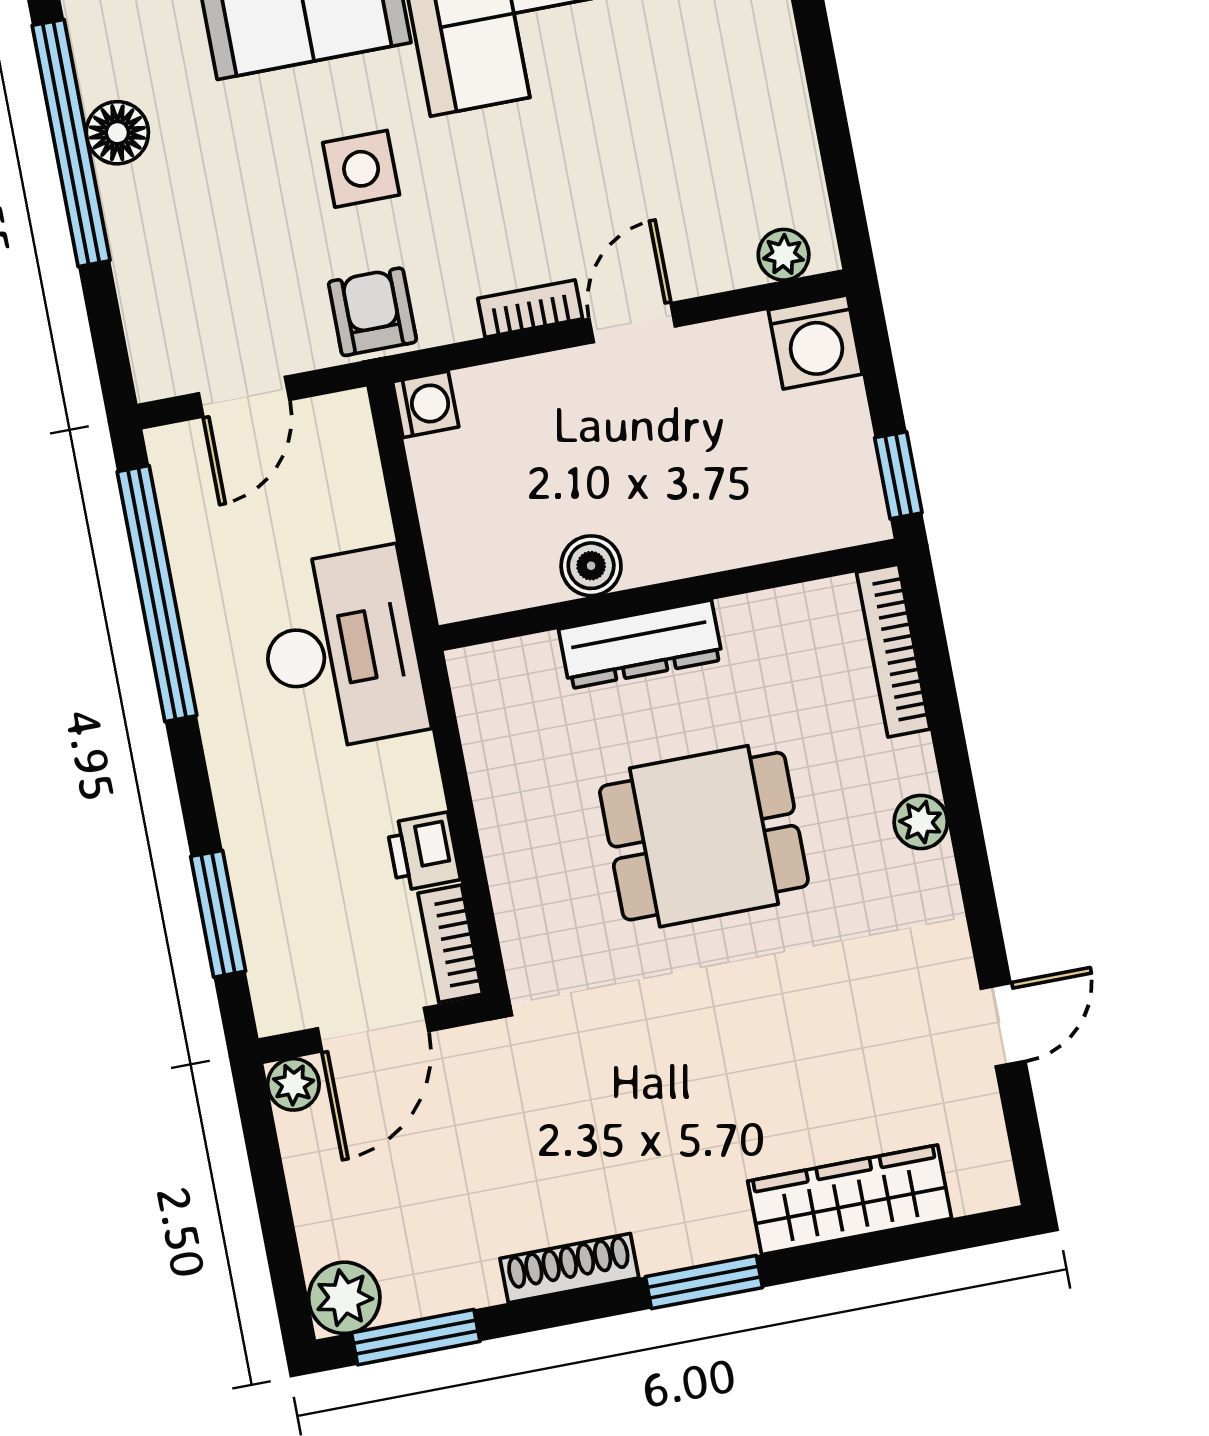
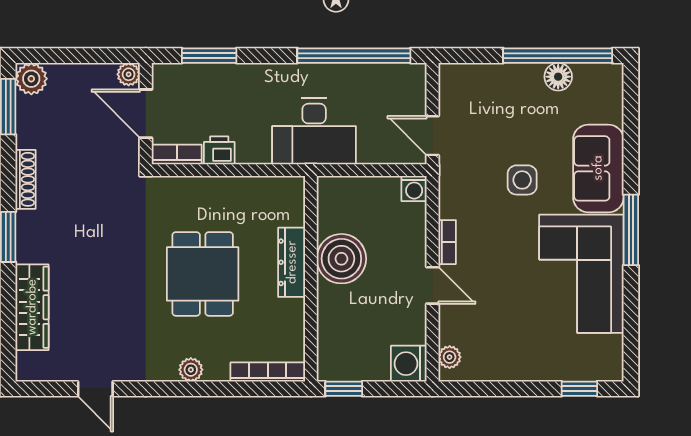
armchair: (372, 312) -> (459, 173), removed
door: (244, 397) -> (433, 136), moved
boiler: (591, 566) -> (341, 259), width x1.86, depth x1.86

